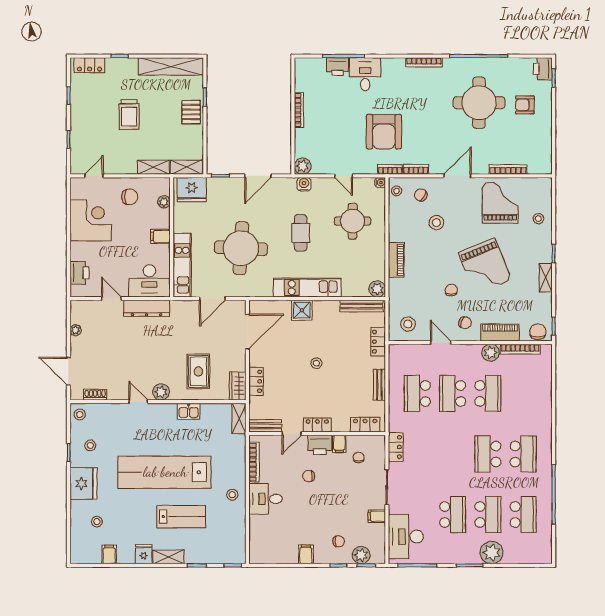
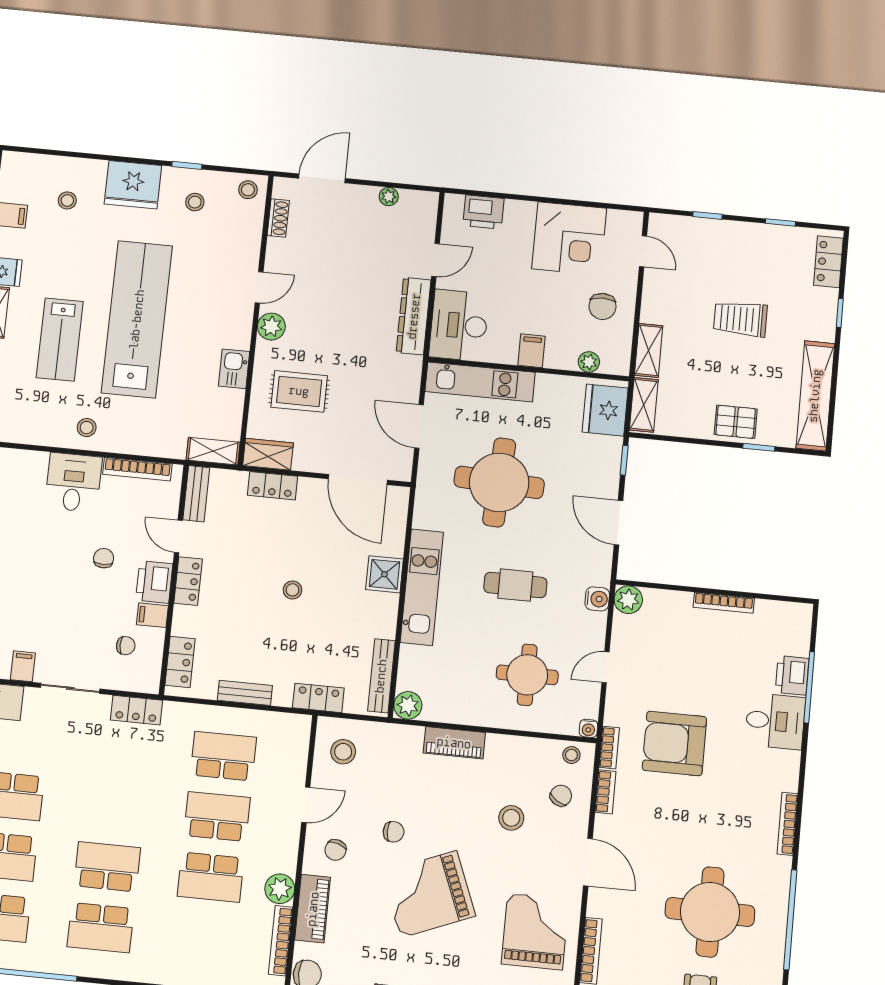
grand piano: (500, 203) -> (535, 931), turned -90

